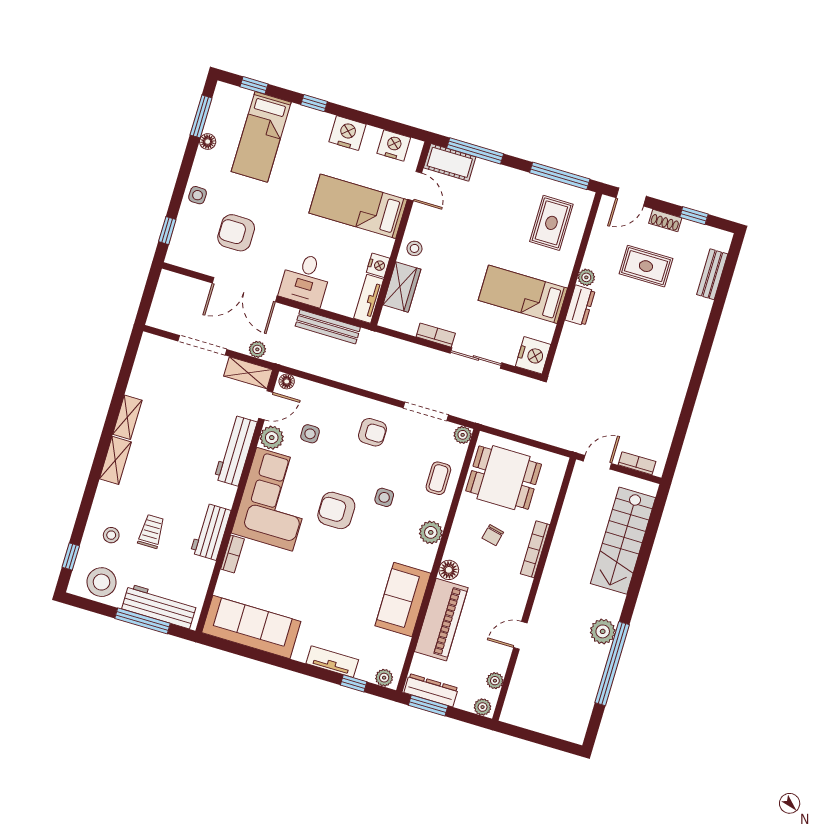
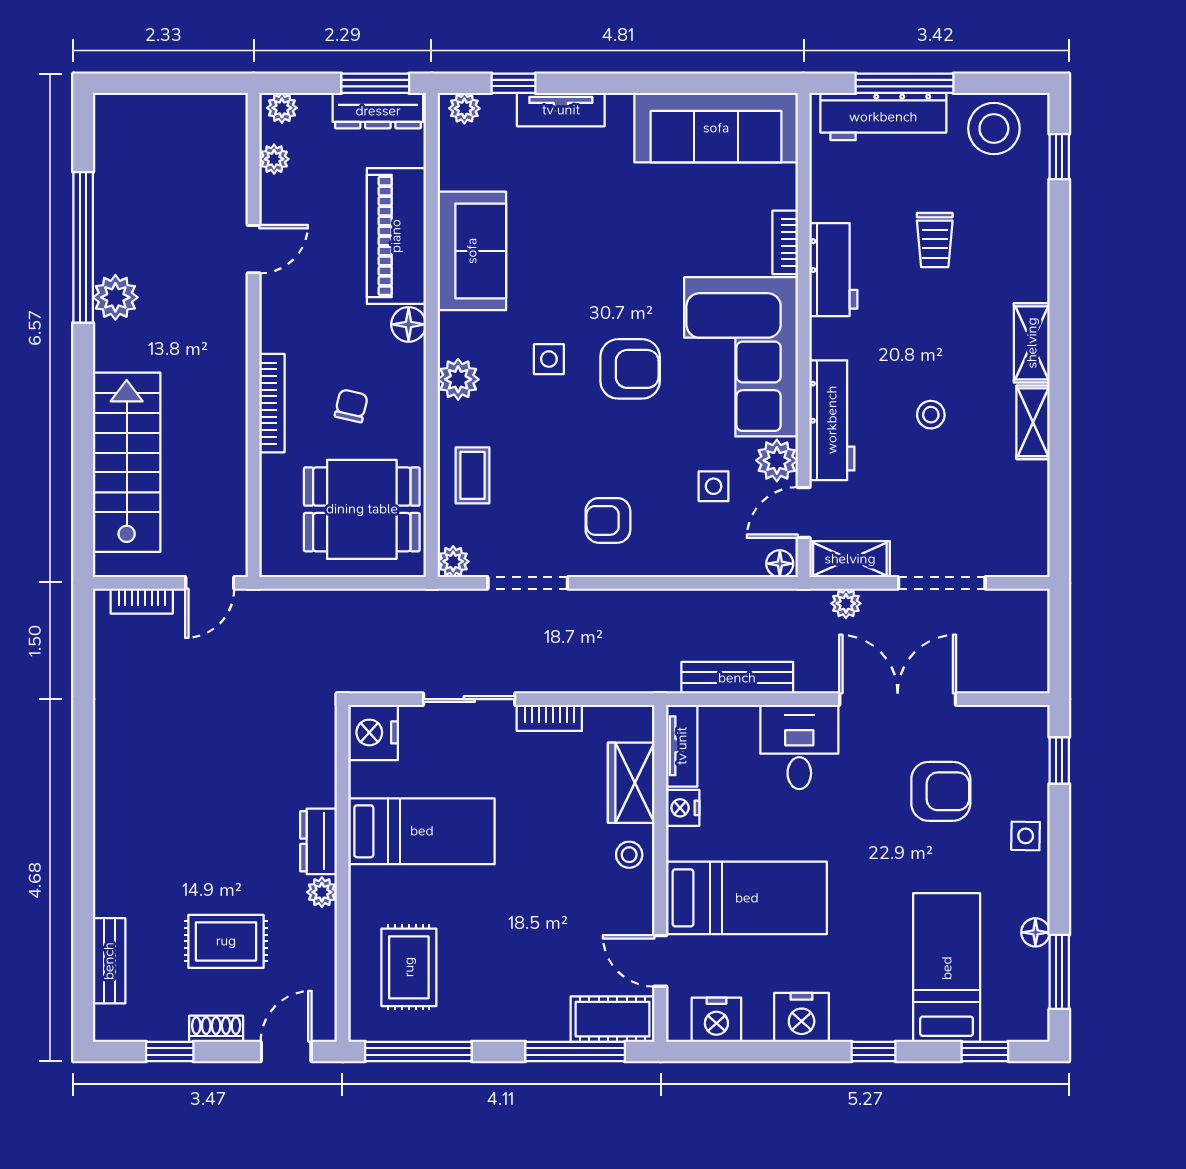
side table: (384, 497) -> (549, 359), moved
stool: (111, 535) -> (931, 415), moved

